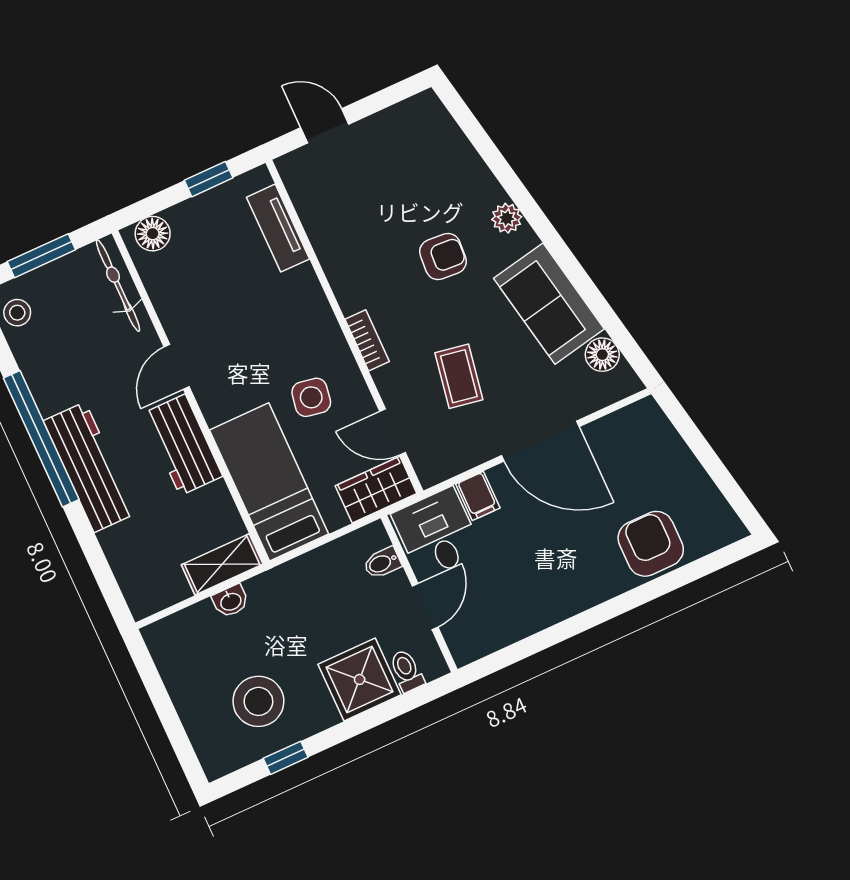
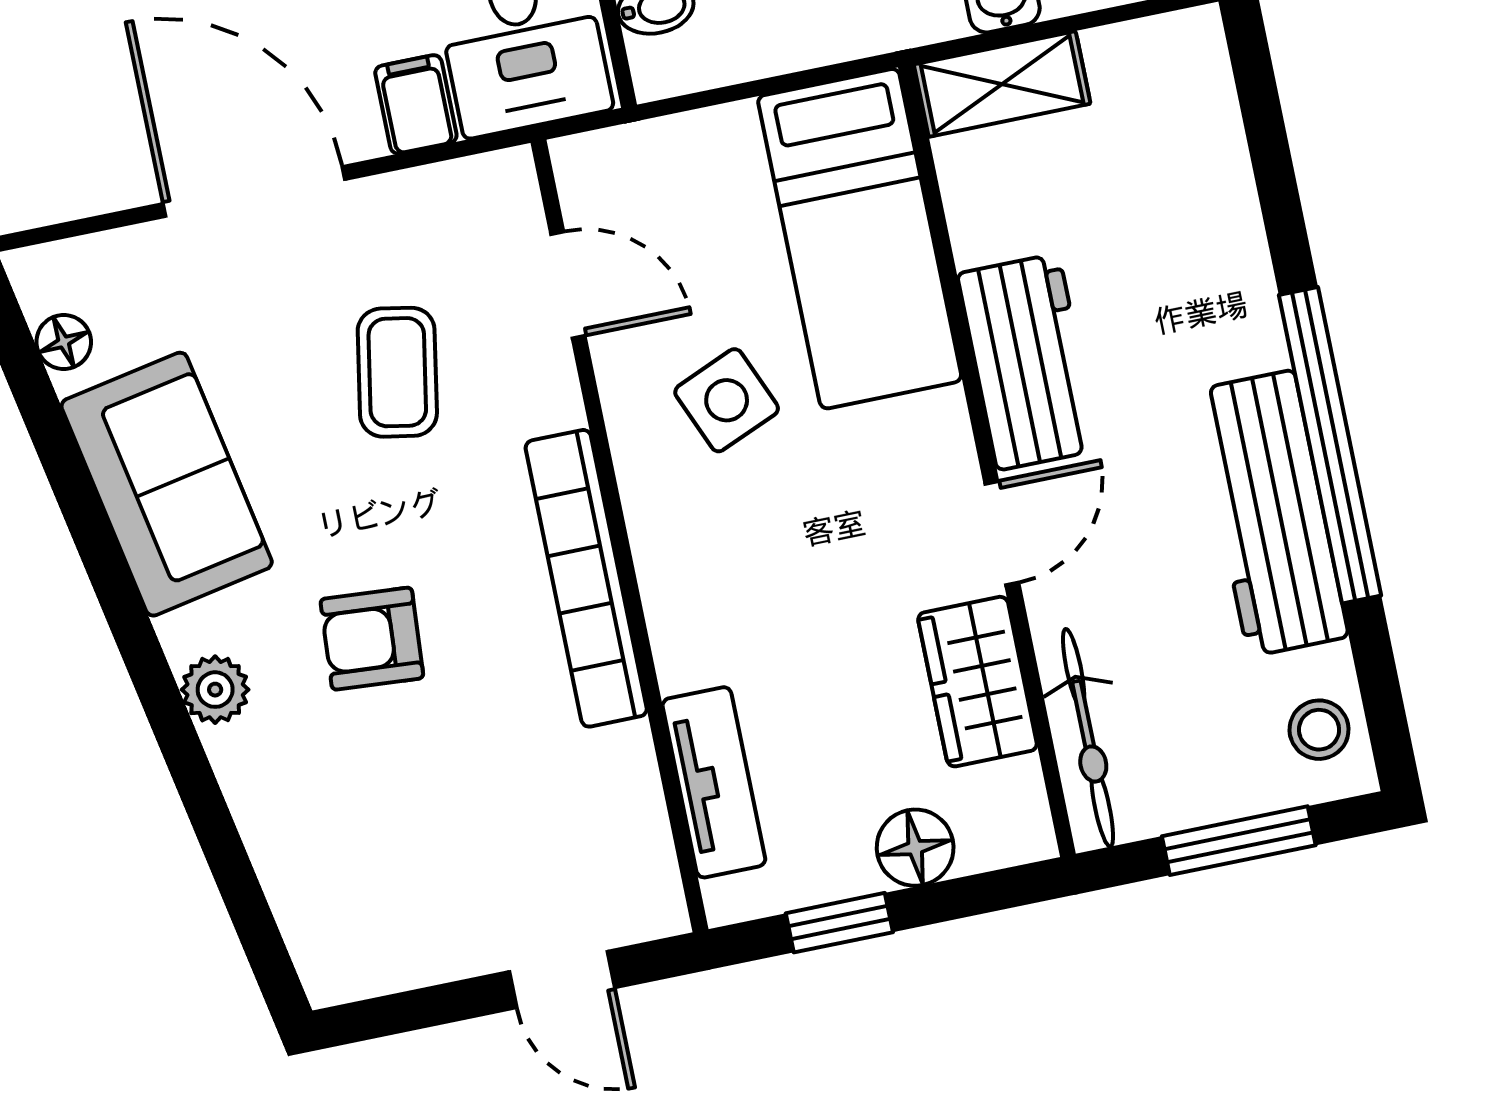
floor lamp: (153, 234) -> (915, 848), moved
bookcase: (367, 340) -> (586, 578), width x2.31, depth x1.31
floor lamp: (602, 355) -> (64, 342), width x0.73, depth x0.73
side table: (311, 397) -> (727, 400), turned -33
workbench: (90, 467) -> (1271, 513), moved
wardrobe: (376, 490) -> (978, 682), moved, turned 90

